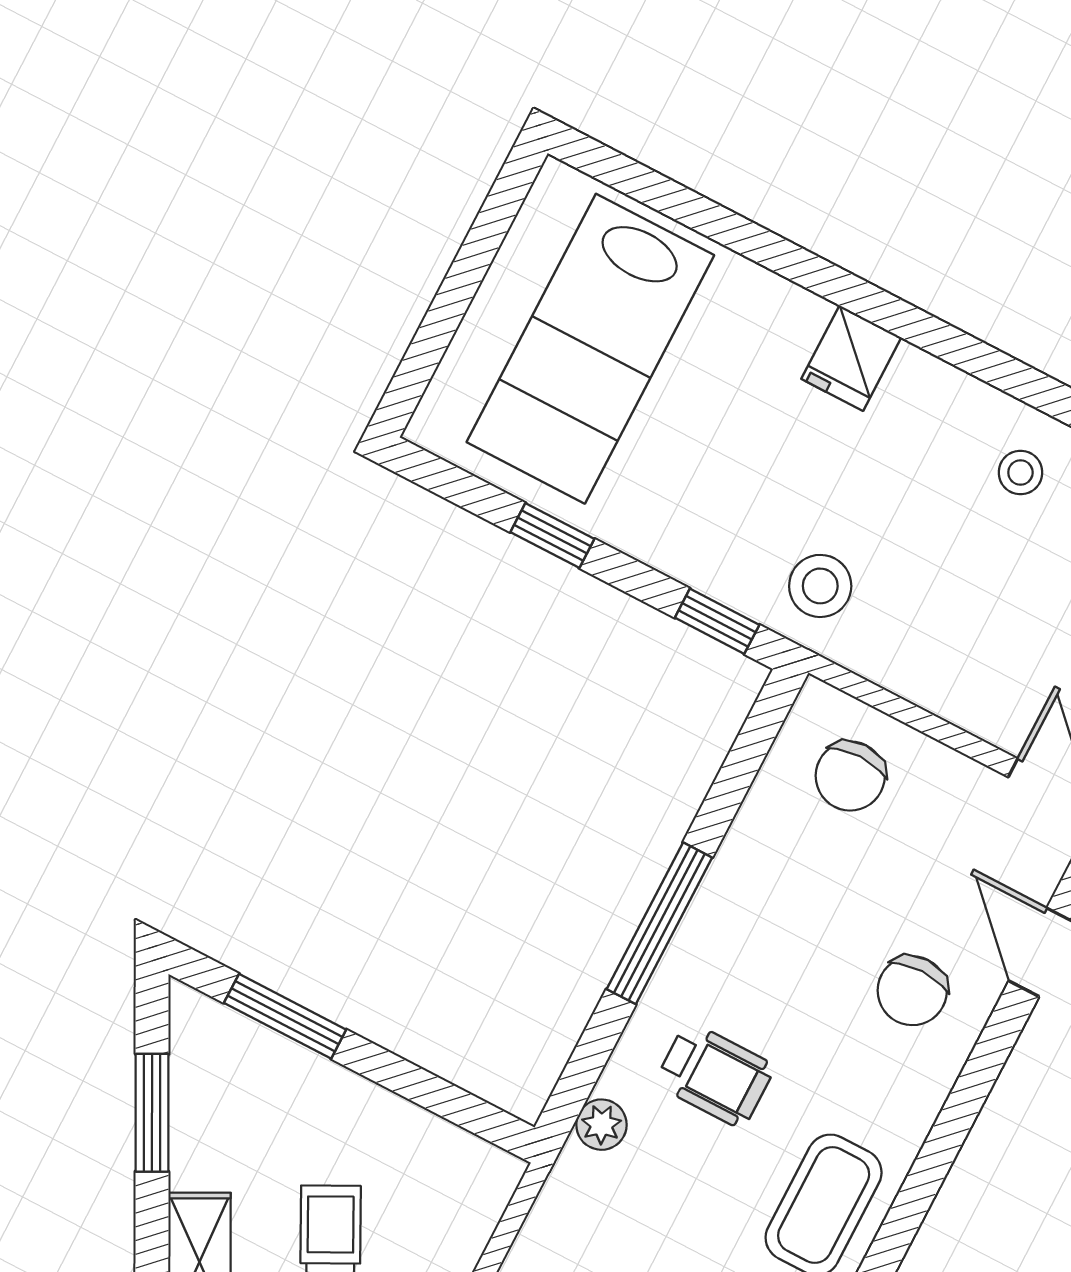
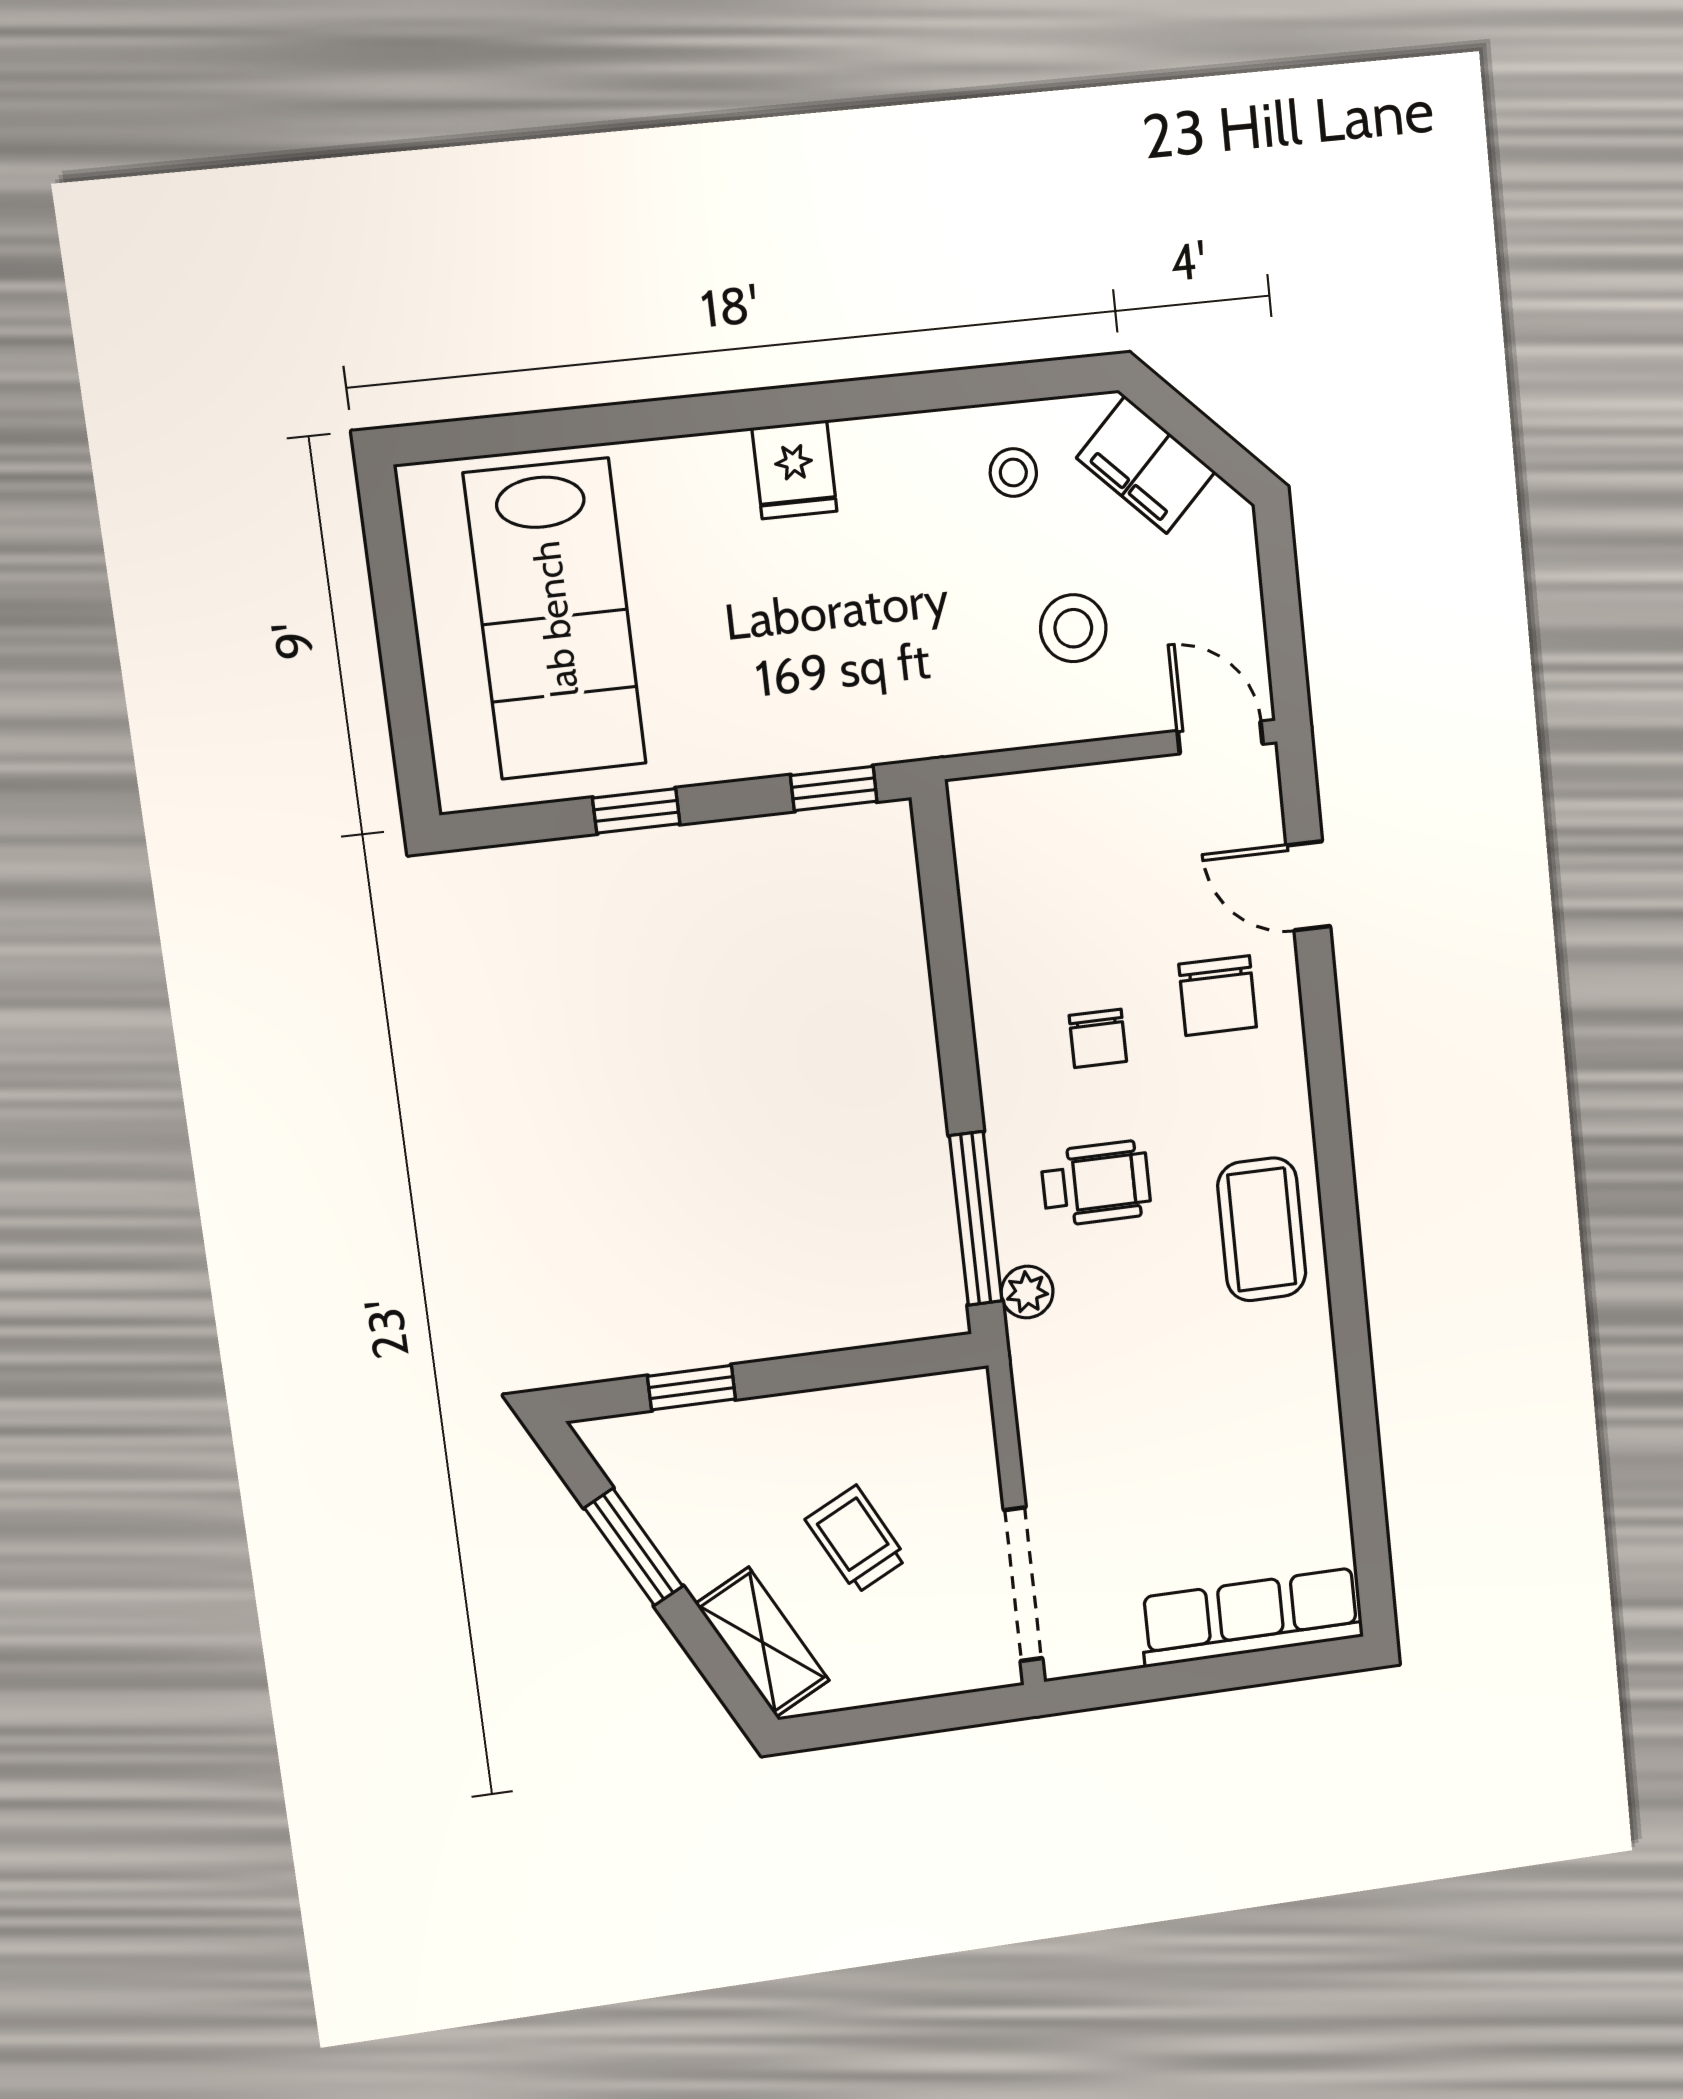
stool: (820, 586) -> (1073, 628), moved
chair: (850, 776) -> (1098, 1038), moved, width x0.73, depth x0.73
window: (659, 923) -> (976, 1218), moved
window: (285, 1016) -> (691, 1388), width x0.67

